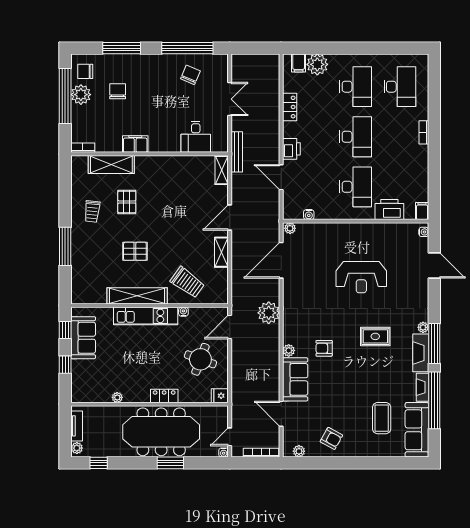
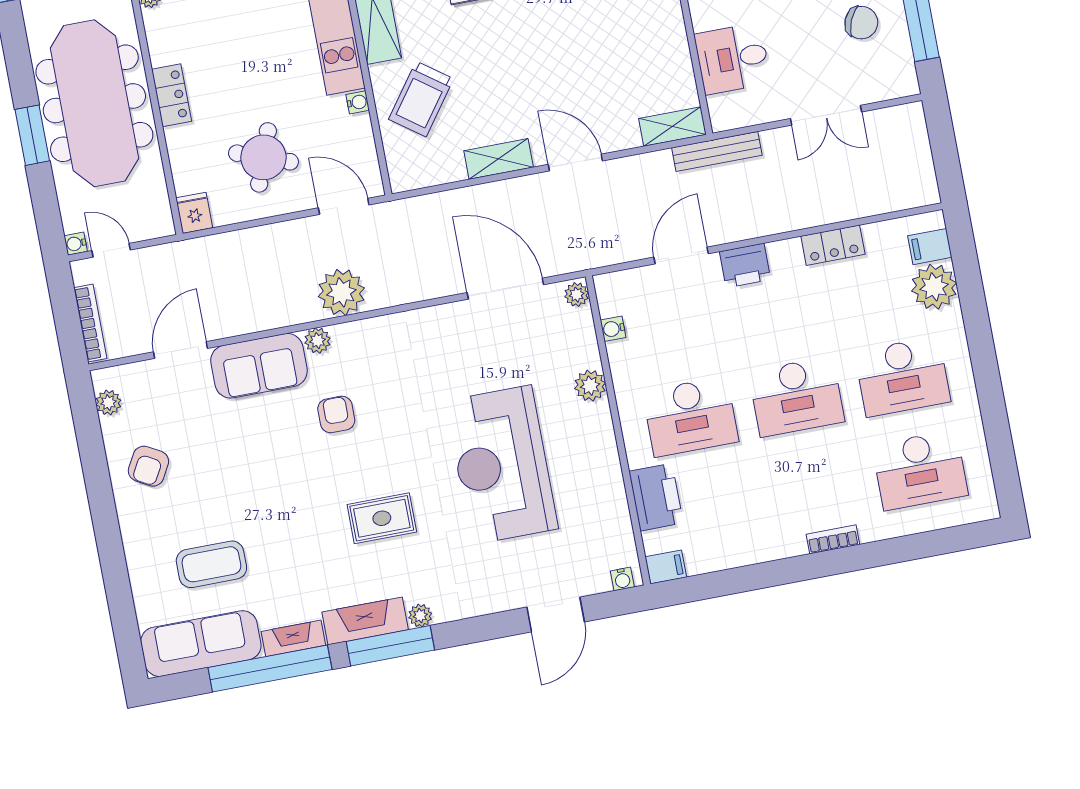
plant: (333, 230) -> (590, 386), added
reception desk: (361, 277) -> (502, 465), width x1.36, depth x1.30
plant: (269, 313) -> (341, 292), moved
rug: (375, 336) -> (382, 518), turned 90

